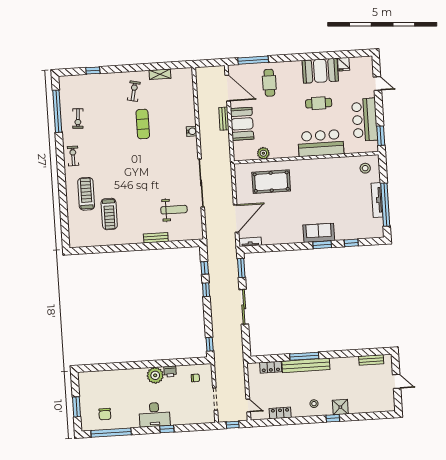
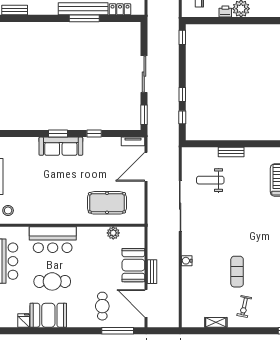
cafe table: (319, 103) -> (52, 281), width x1.37, depth x1.35
sofa: (319, 233) -> (61, 146), width x1.36
window: (351, 243) -> (94, 134), moved

